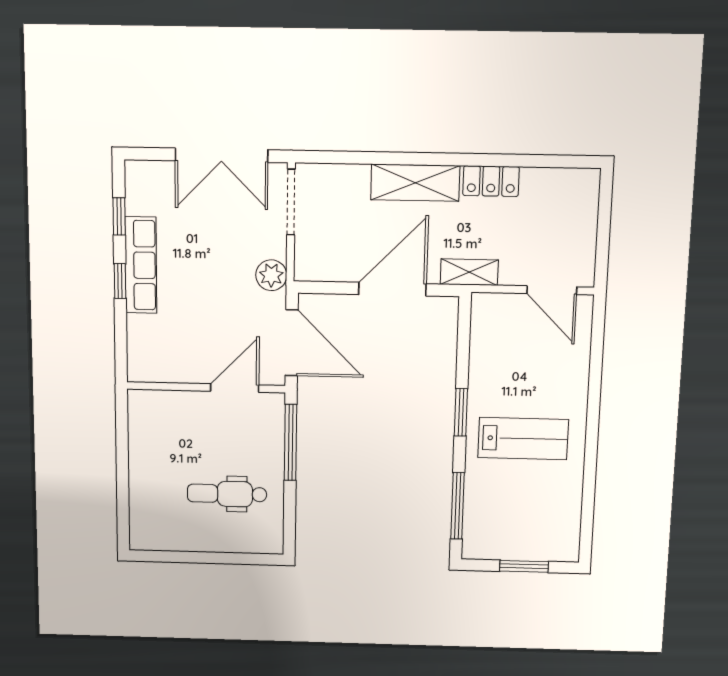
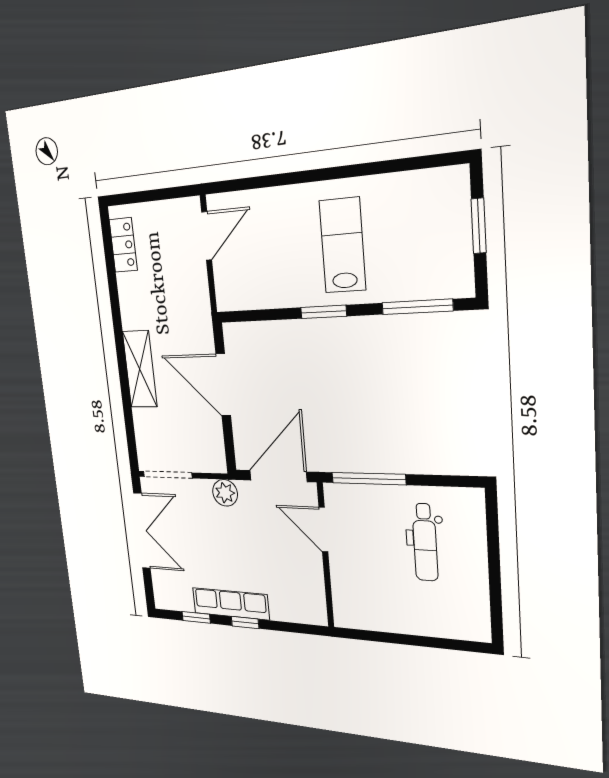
locker: (491, 181) -> (123, 245), moved
shelving: (469, 272) -> (201, 315), removed

